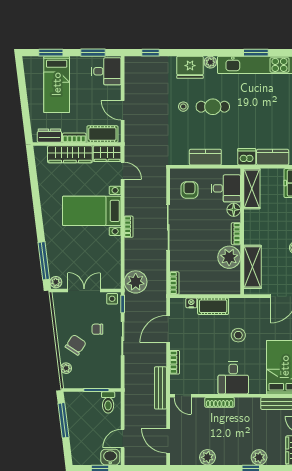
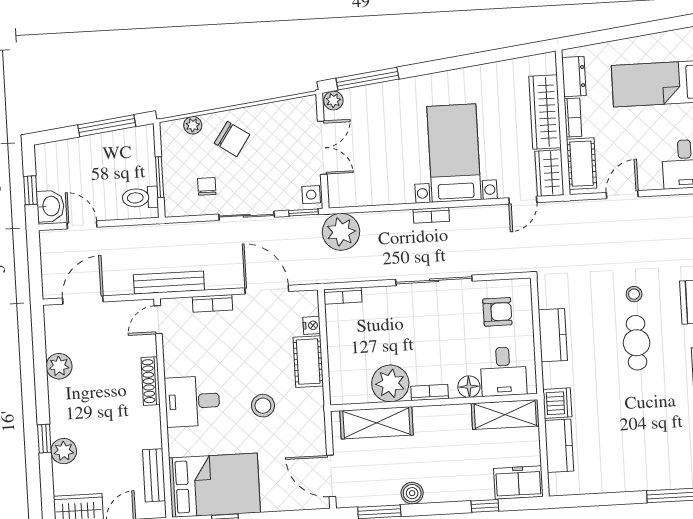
chair: (97, 329) -> (207, 186), moved

